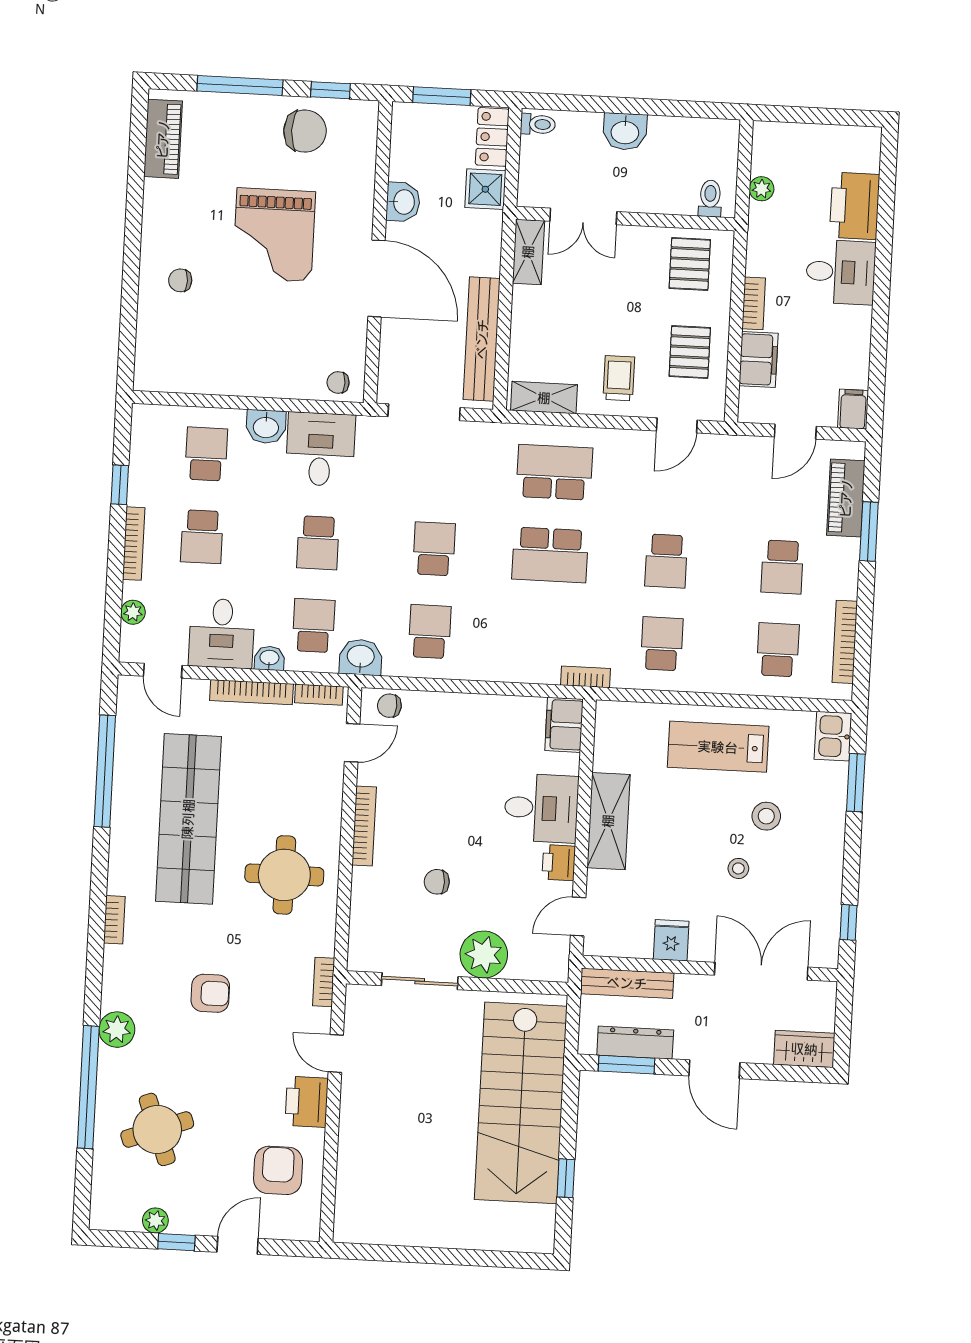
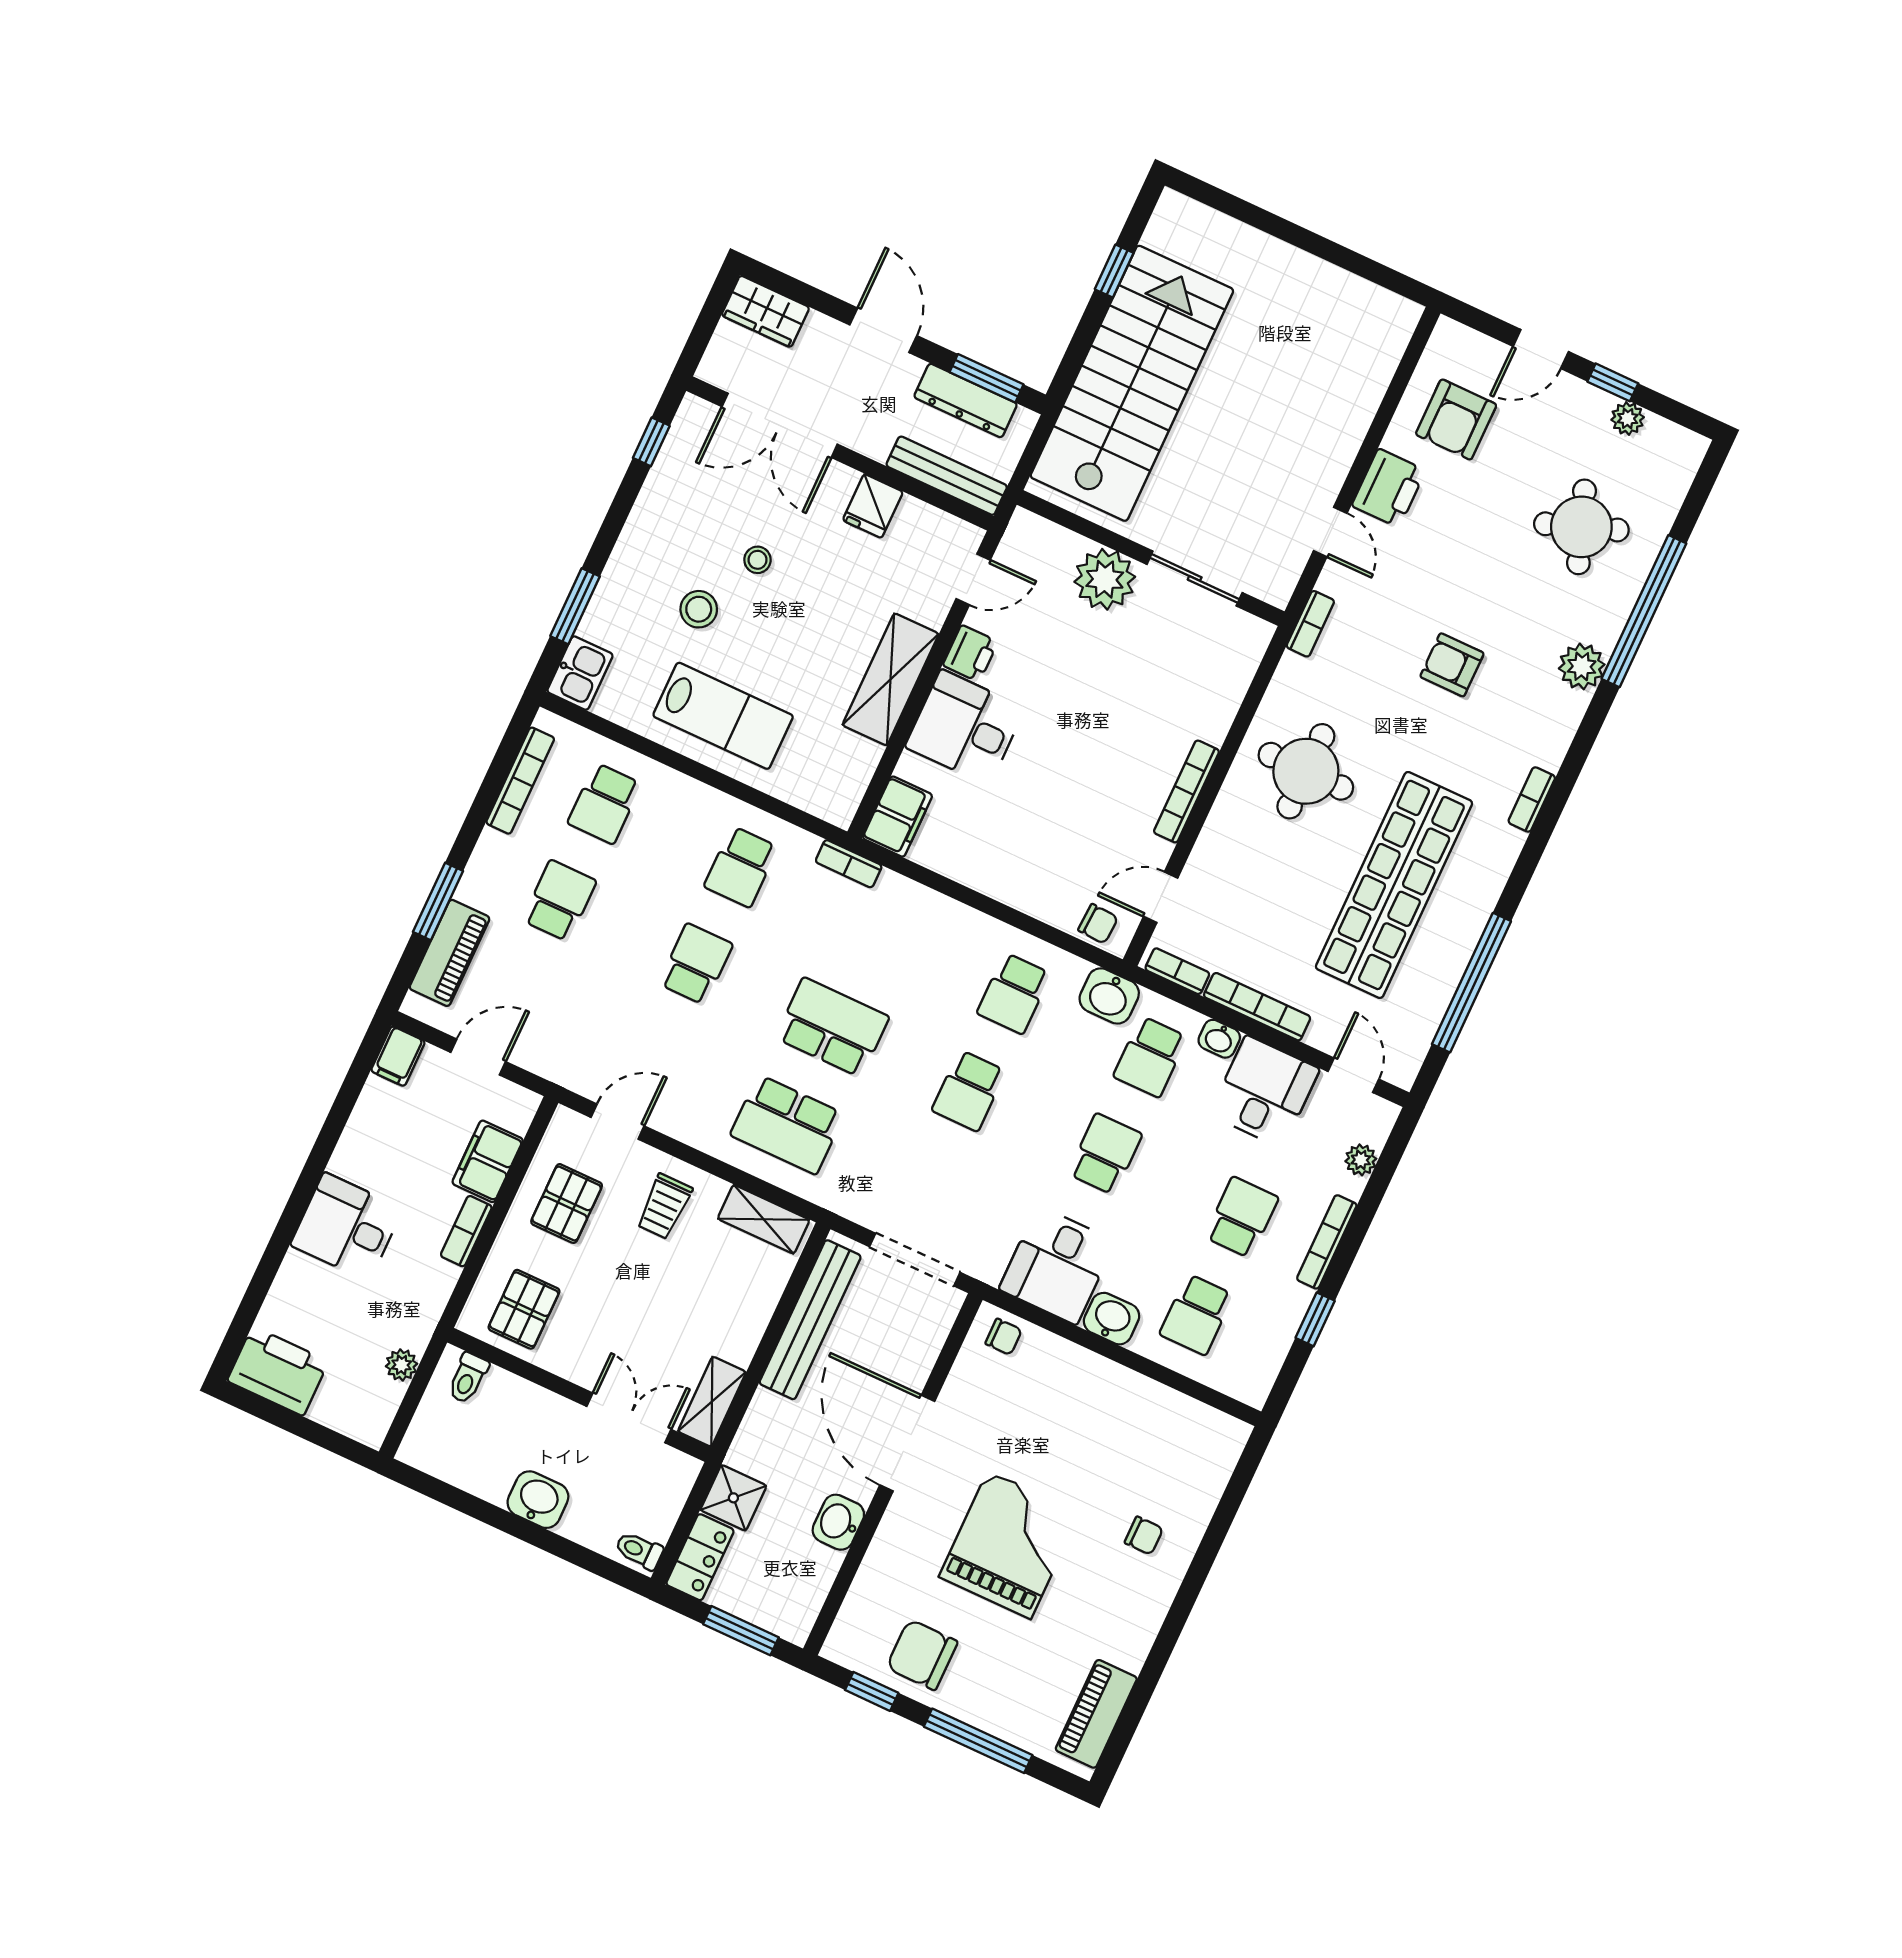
printer: (855, 206) -> (278, 1371), moved, turned -90
chair: (437, 882) -> (1126, 689), removed

